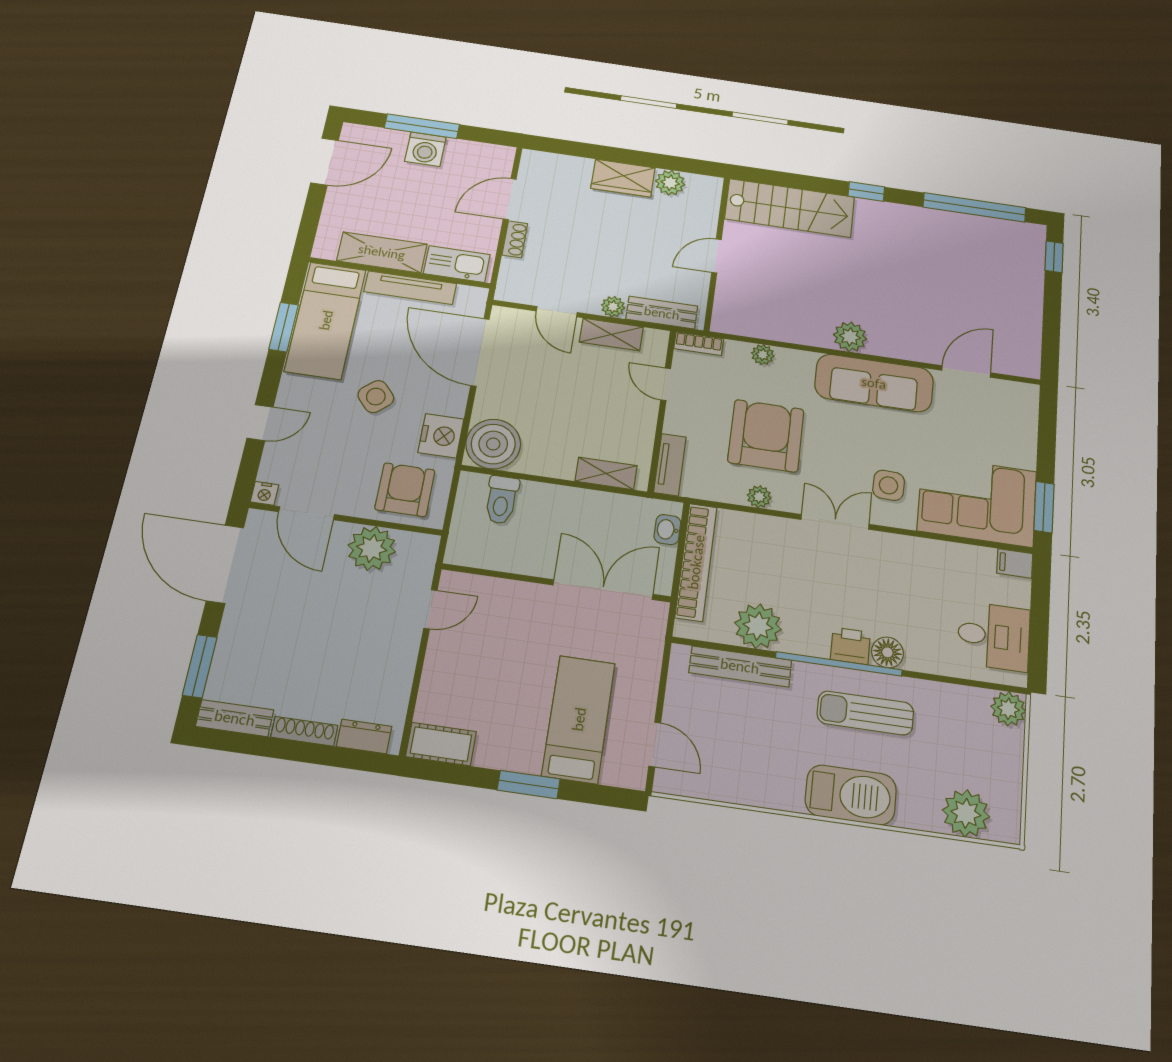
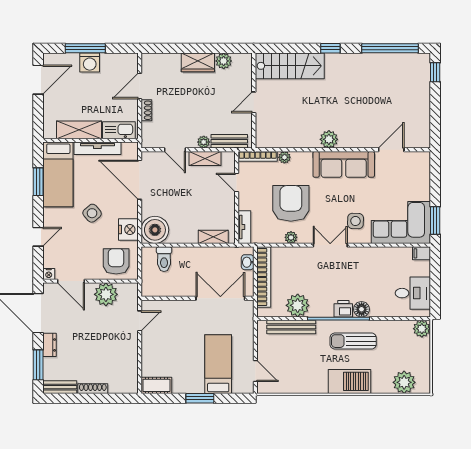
bookcase: (699, 344) -> (258, 156), width x1.56
dresser: (364, 736) -> (49, 345), moved, turned 90

